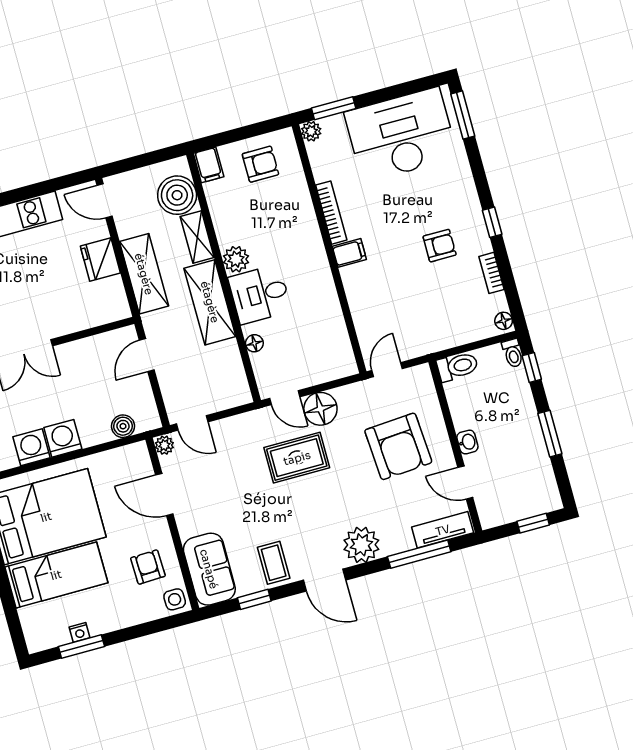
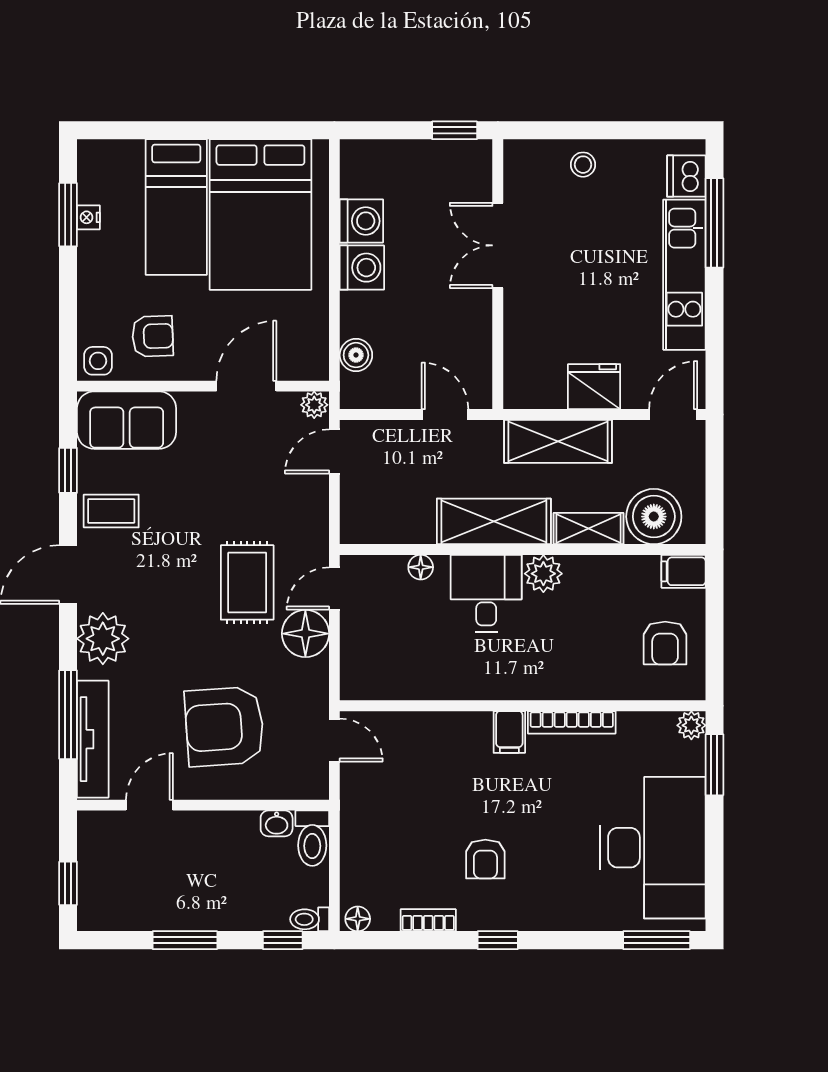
washbasin: (467, 442) -> (277, 823), moved
tv unit: (443, 530) -> (93, 739), width x1.41

